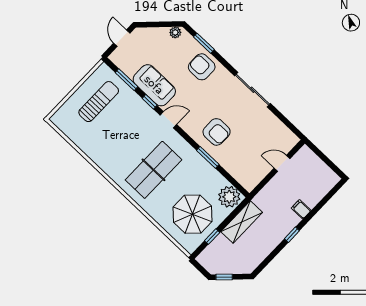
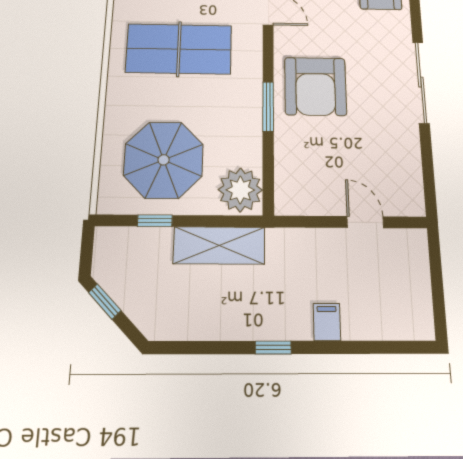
armchair: (217, 132) -> (315, 86), width x1.36, depth x1.36

